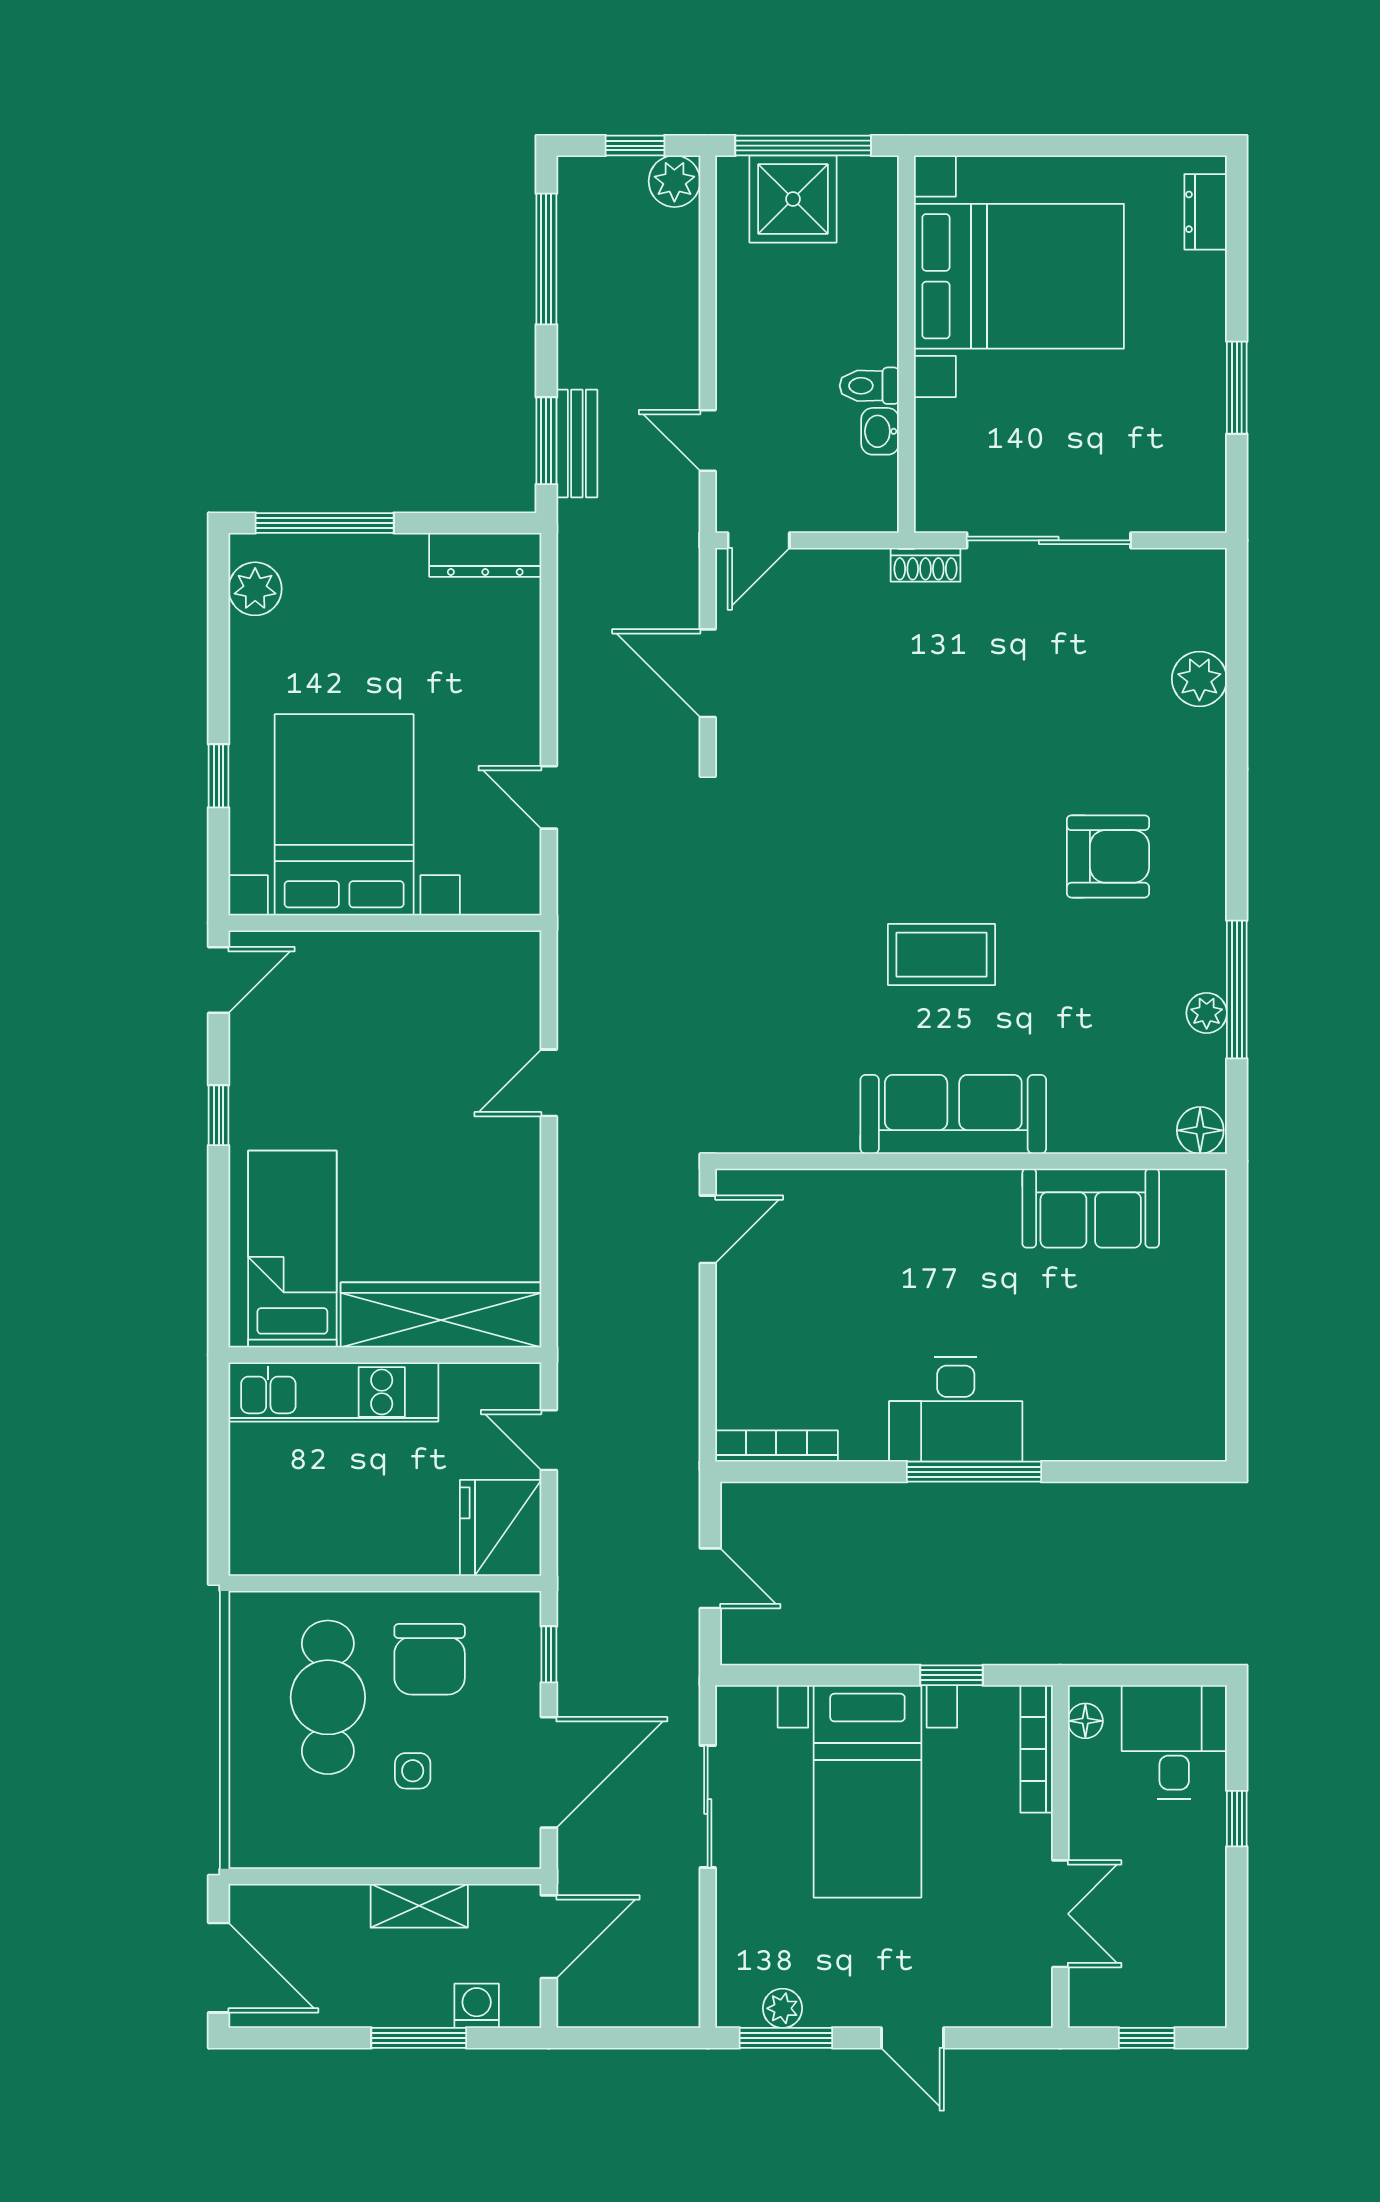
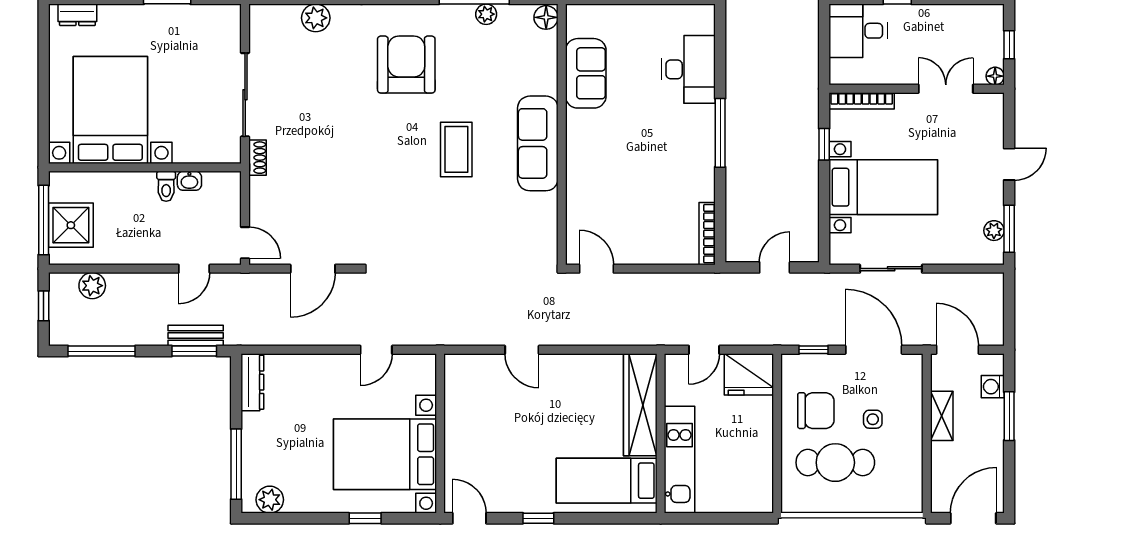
plant: (674, 181) -> (92, 286), moved
armchair: (1108, 856) -> (406, 65), width x1.36, depth x1.36
desk: (956, 1409) -> (688, 69), moved
floor lamp: (1085, 1721) -> (995, 76), moved

